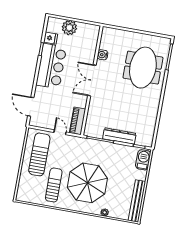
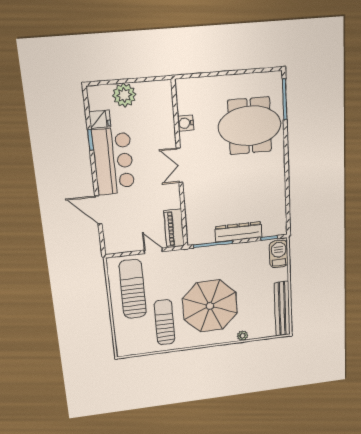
meeting table: (143, 68) -> (250, 126), turned 90
double door: (92, 80) -> (180, 165), width x0.73
door: (31, 107) -> (98, 210), moved

